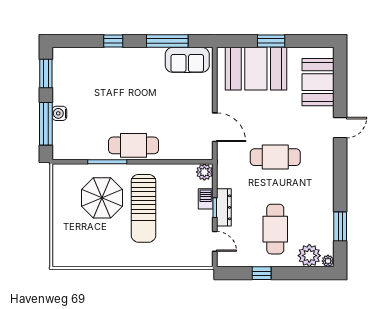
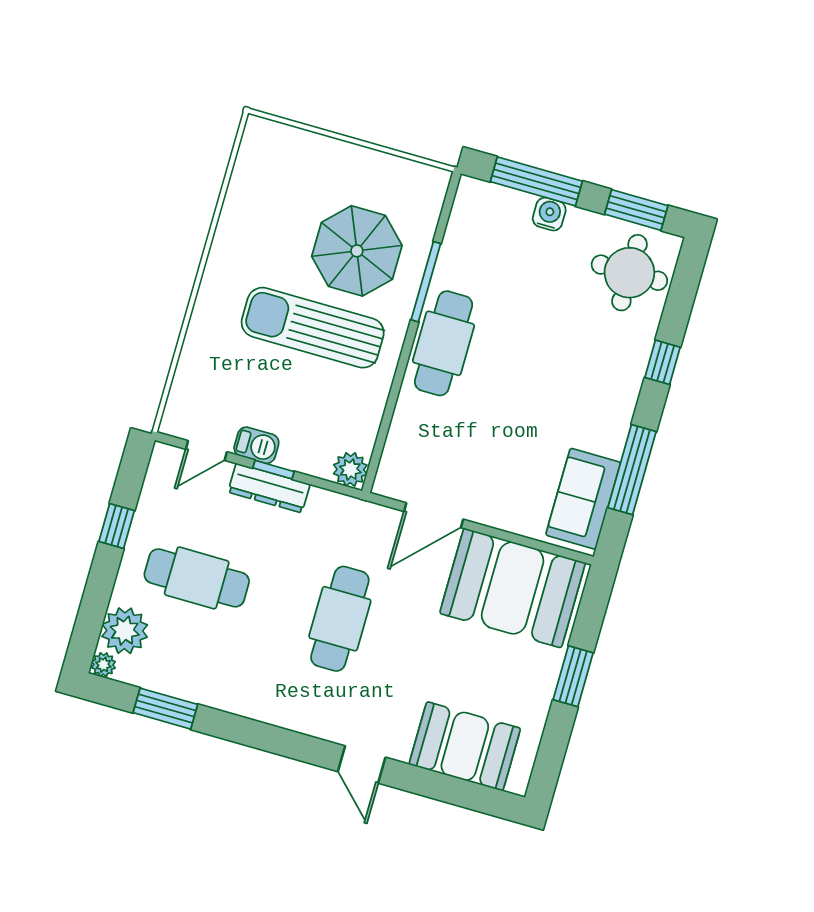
round table: (76, 68) -> (629, 273), added
booth: (256, 69) -> (513, 588), moved, turned 90
barbecue: (206, 199) -> (256, 445), moved

